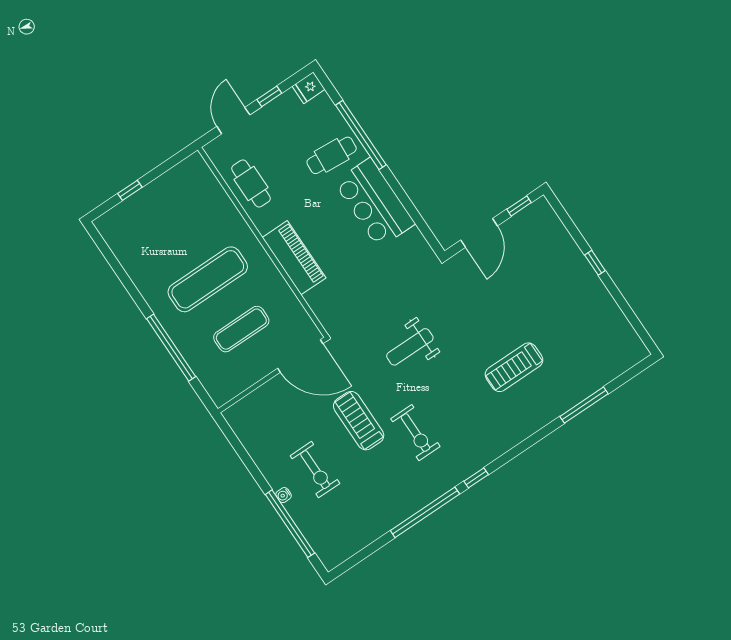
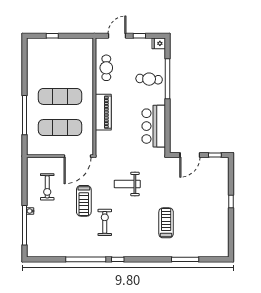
bar counter: (375, 203) -> (154, 126), moved
exercise mat: (241, 329) -> (60, 128), width x1.36, depth x1.45
door: (300, 356) -> (78, 156), hinge flipped
treadmill: (514, 367) -> (166, 223), turned 90
treadmill: (359, 421) -> (84, 201), turned 180
exercise bike: (415, 433) -> (105, 222), turned 180
exercise bike: (315, 470) -> (47, 187), moved

